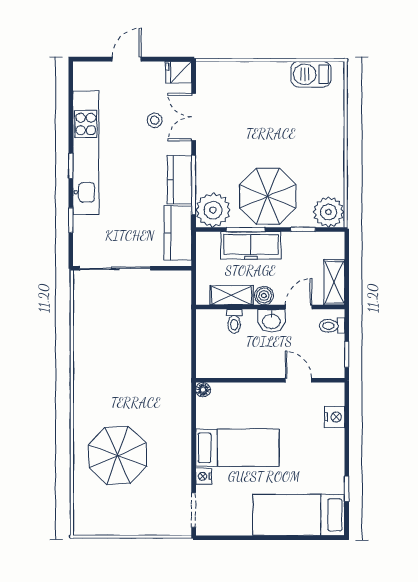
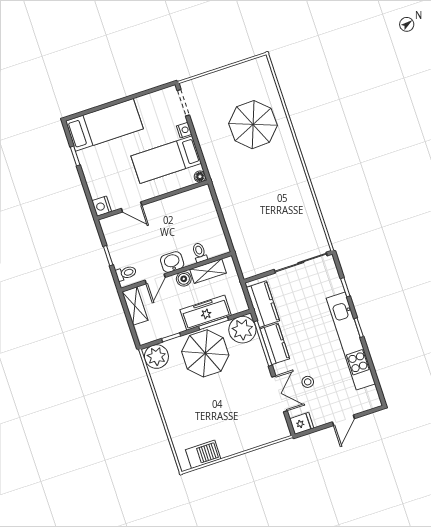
wall: (270, 380) -> (153, 200), moved
door: (298, 380) -> (132, 207), moved
floor lamp: (203, 390) -> (200, 177), moved

